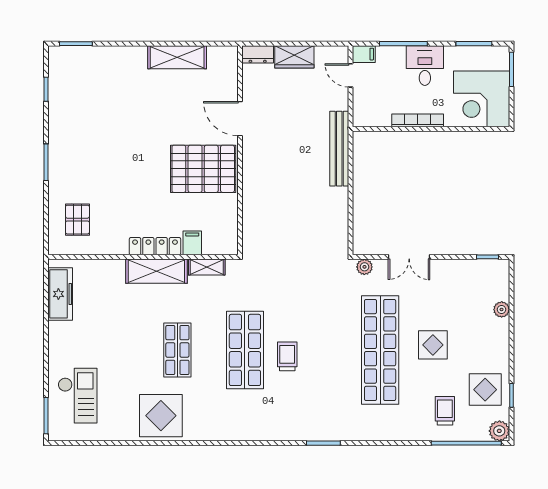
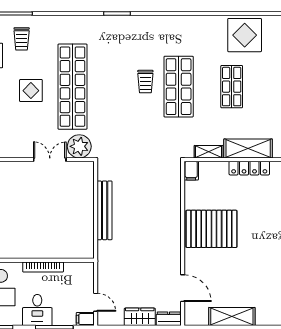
door: (240, 119) -> (183, 288), moved
bench: (339, 149) -> (105, 210), moved
filing cabinet: (192, 243) -> (191, 171), moved
plant: (364, 267) -> (79, 146), width x1.87, depth x1.87

